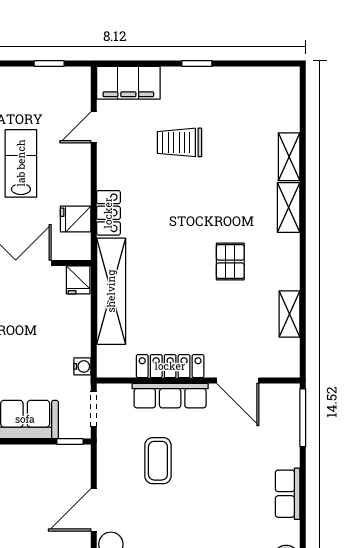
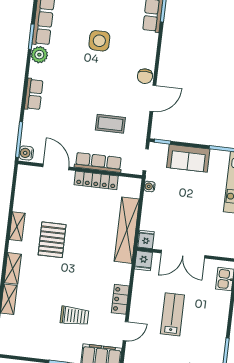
lab bench: (21, 163) -> (172, 314), turned 180
locker: (108, 213) -> (120, 299), moved
fridge: (76, 219) -> (144, 261), moved, turned 90
pallet: (230, 262) -> (52, 240), width x1.50, depth x1.42
shelving: (290, 314) -> (17, 226), moved
water cooler: (289, 397) -> (26, 153), added
coffee table: (158, 461) -> (110, 124), turned 90

